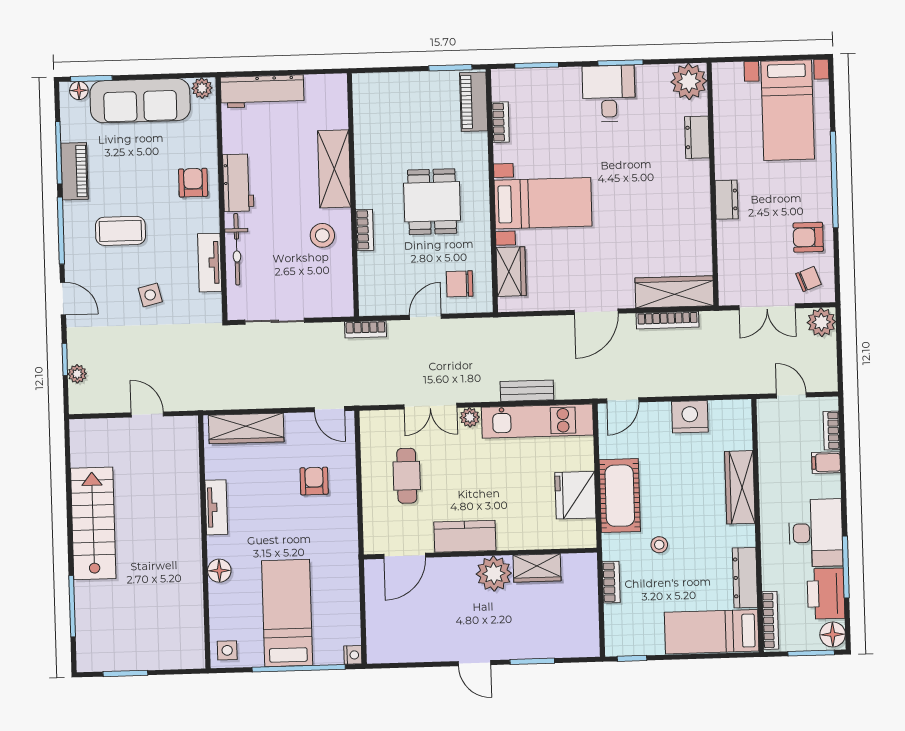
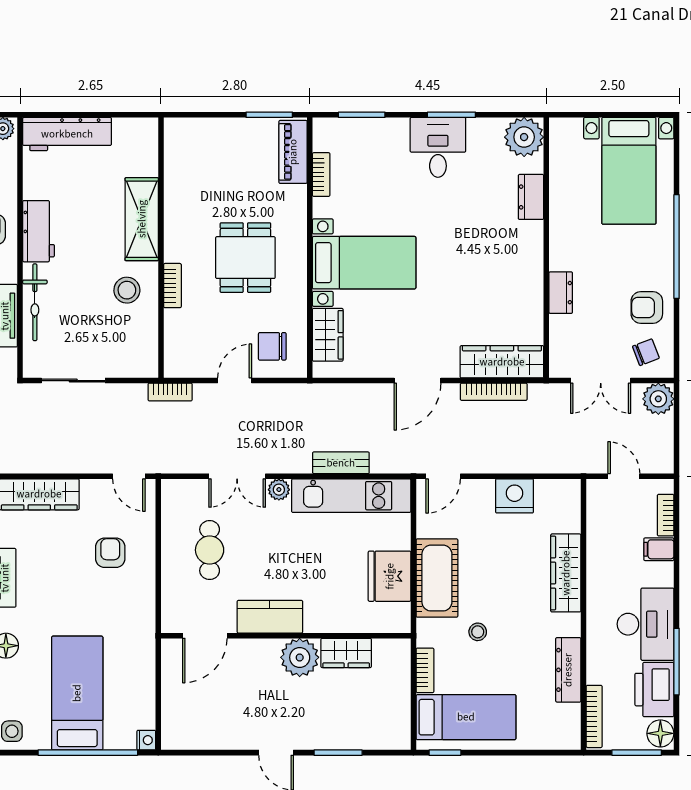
dresser: (727, 200) -> (561, 293), moved
bed: (712, 632) -> (466, 717), moved, turned 180

